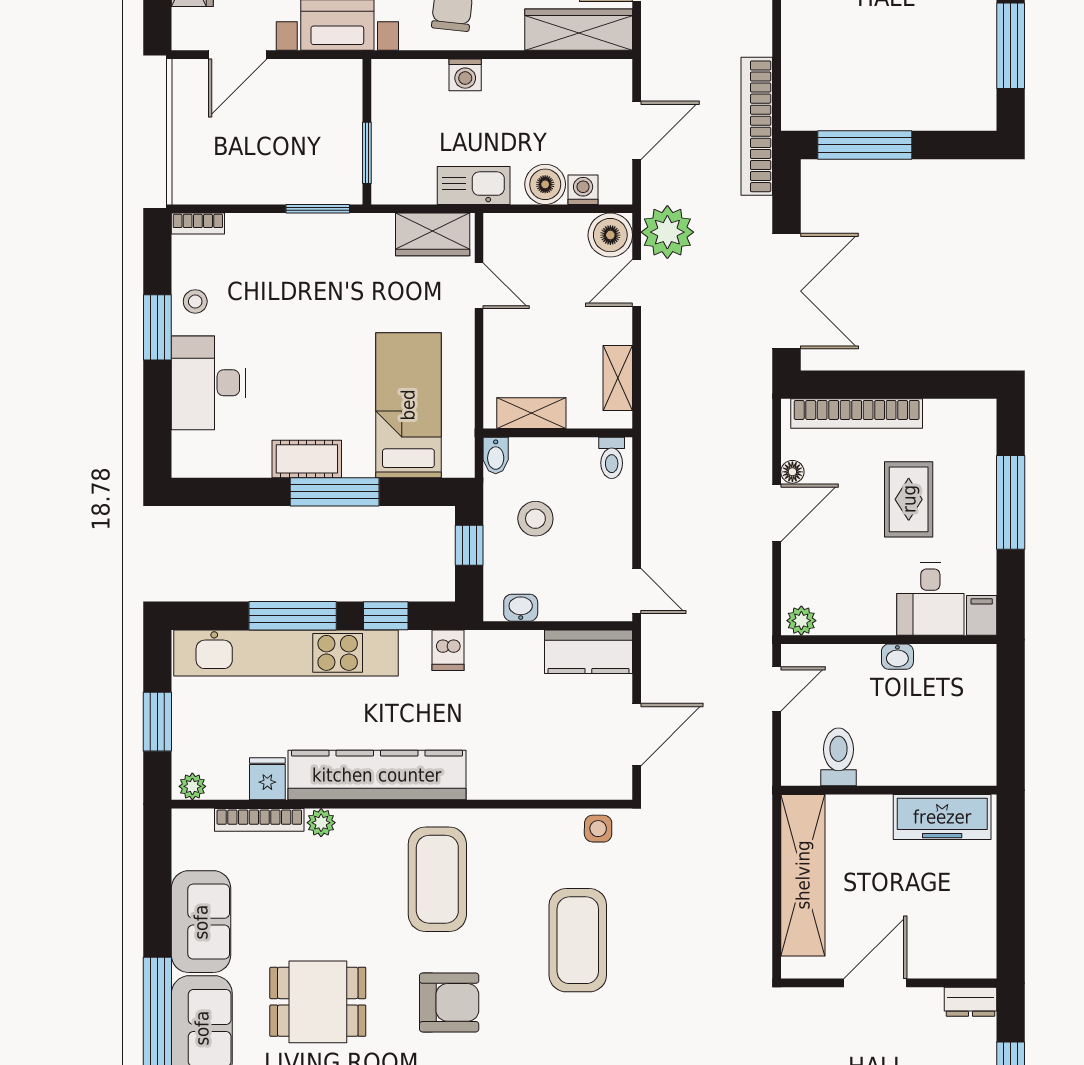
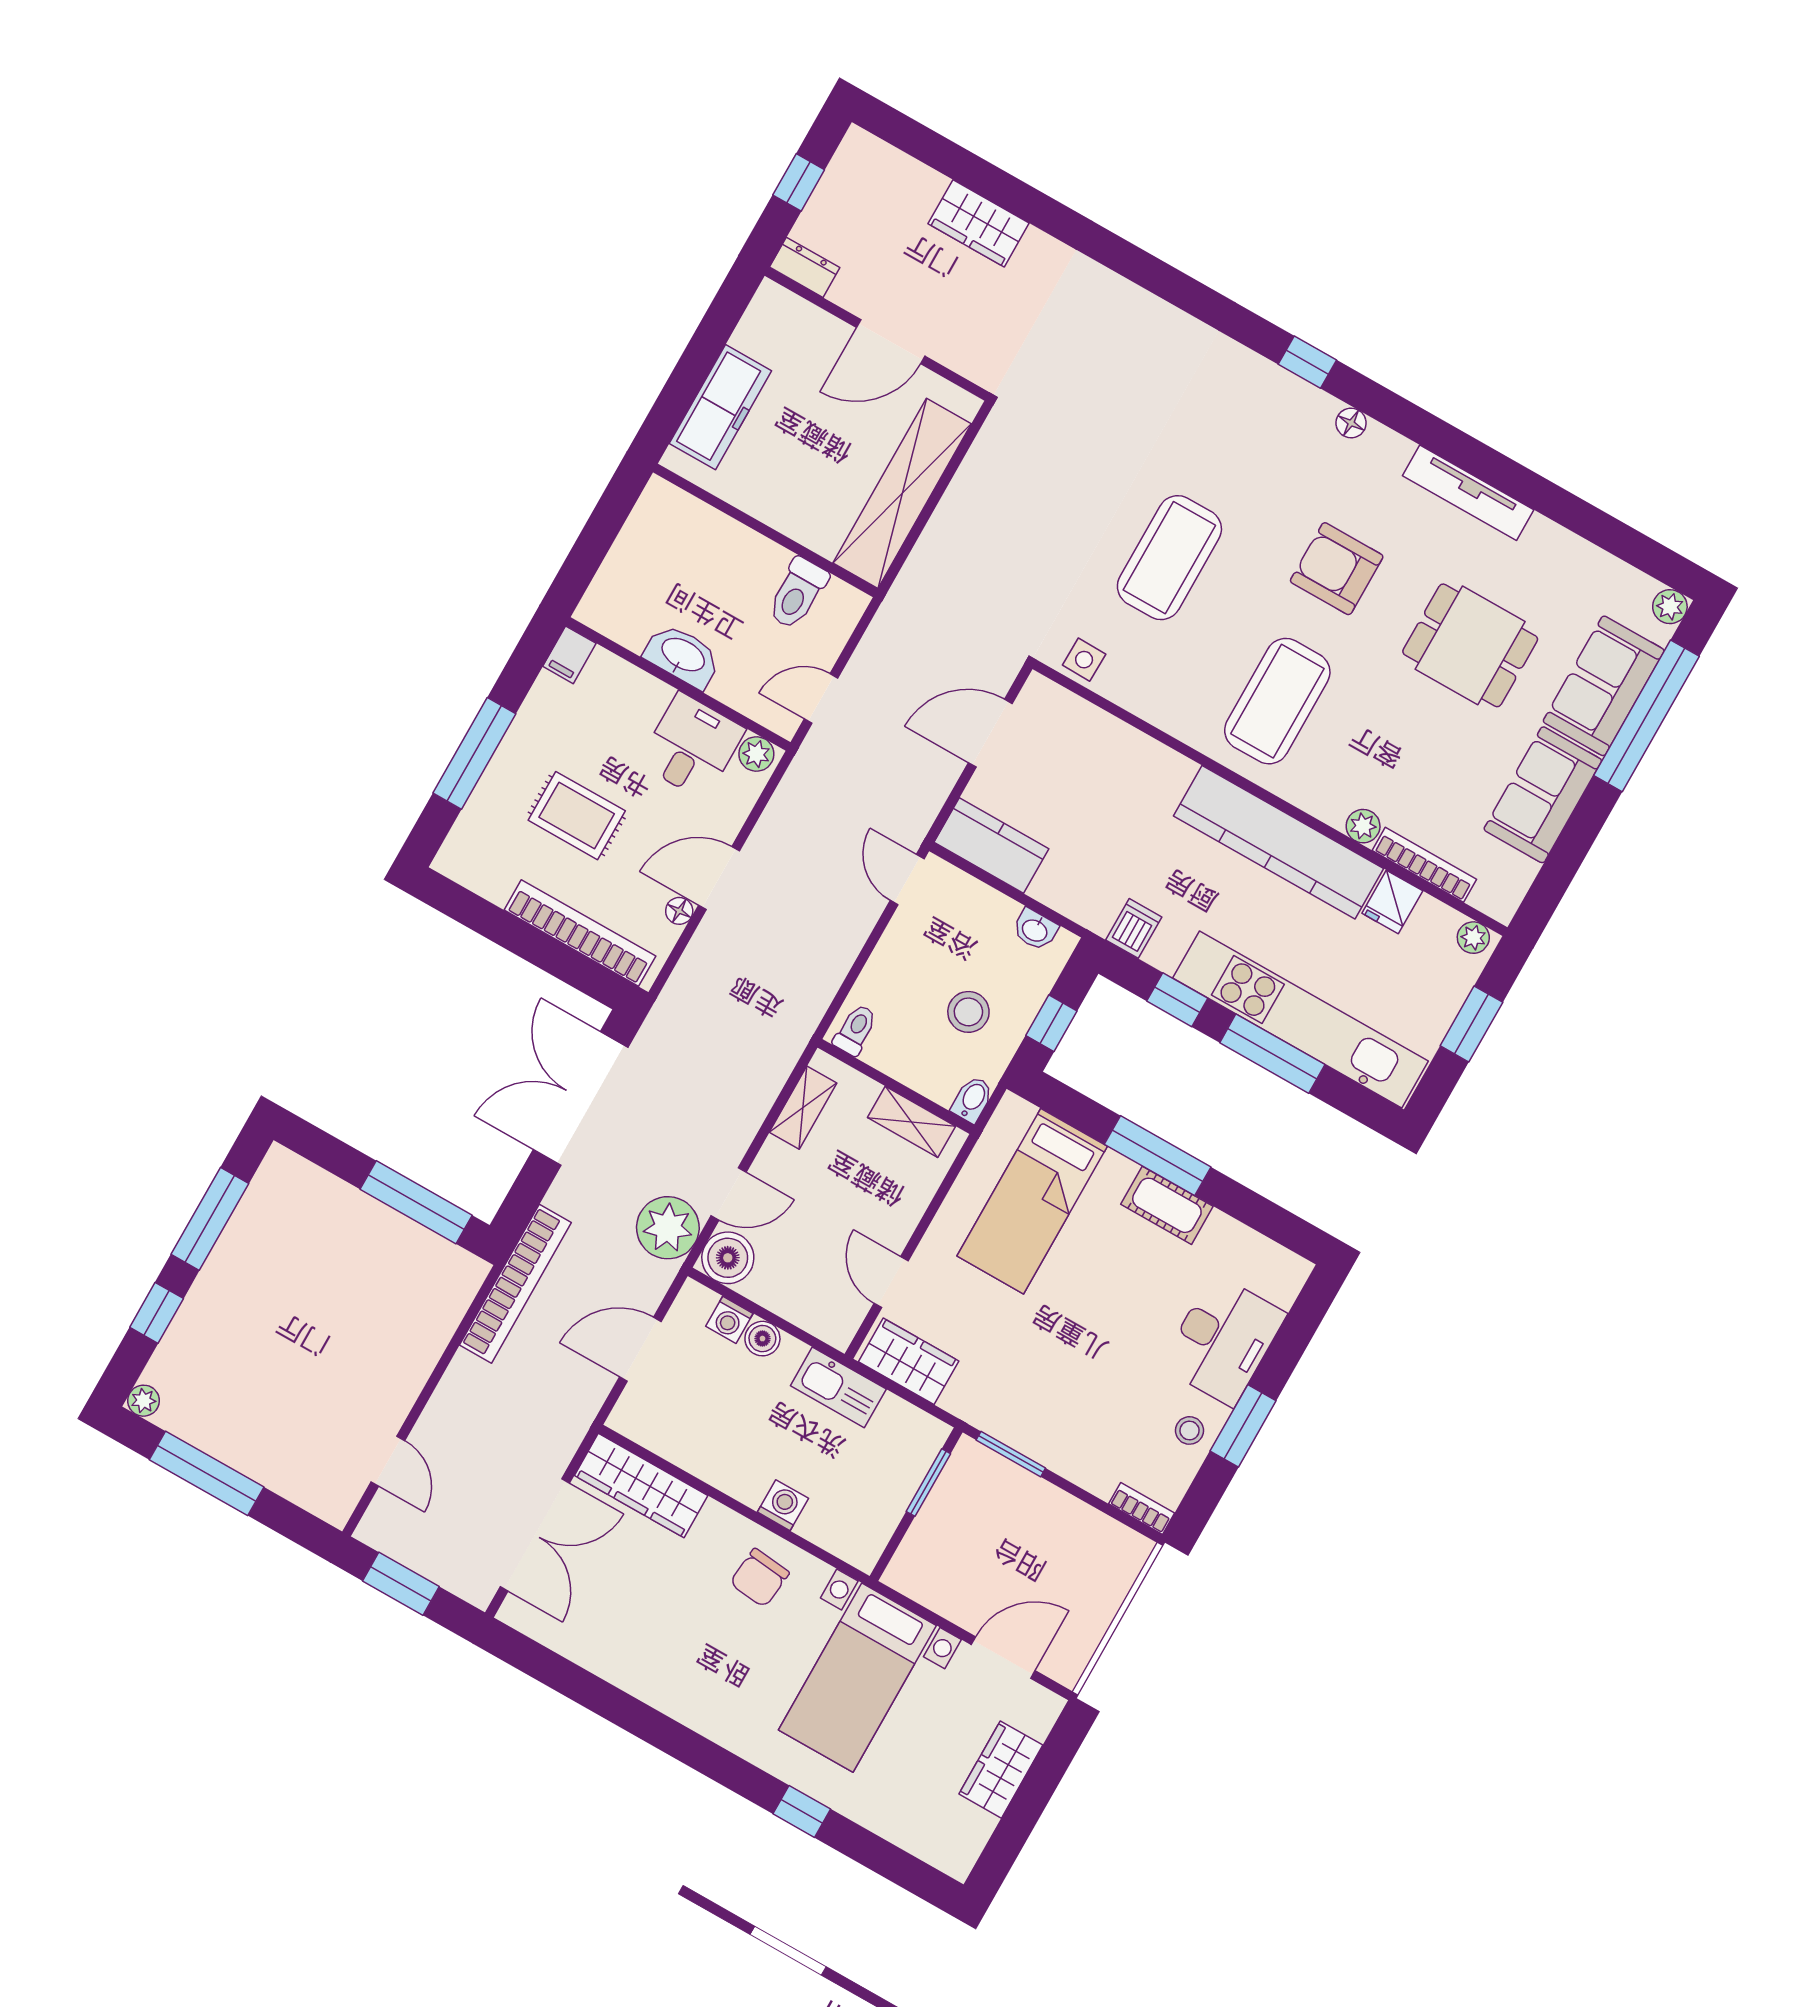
boiler: (545, 184) -> (762, 1339), width x0.73, depth x0.73
rug: (909, 499) -> (577, 816), turned 90
desk: (930, 599) -> (692, 746), moved
washbasin: (897, 657) -> (683, 656), width x1.91, depth x1.45
freezer: (942, 817) -> (720, 407), moved, turned 90

